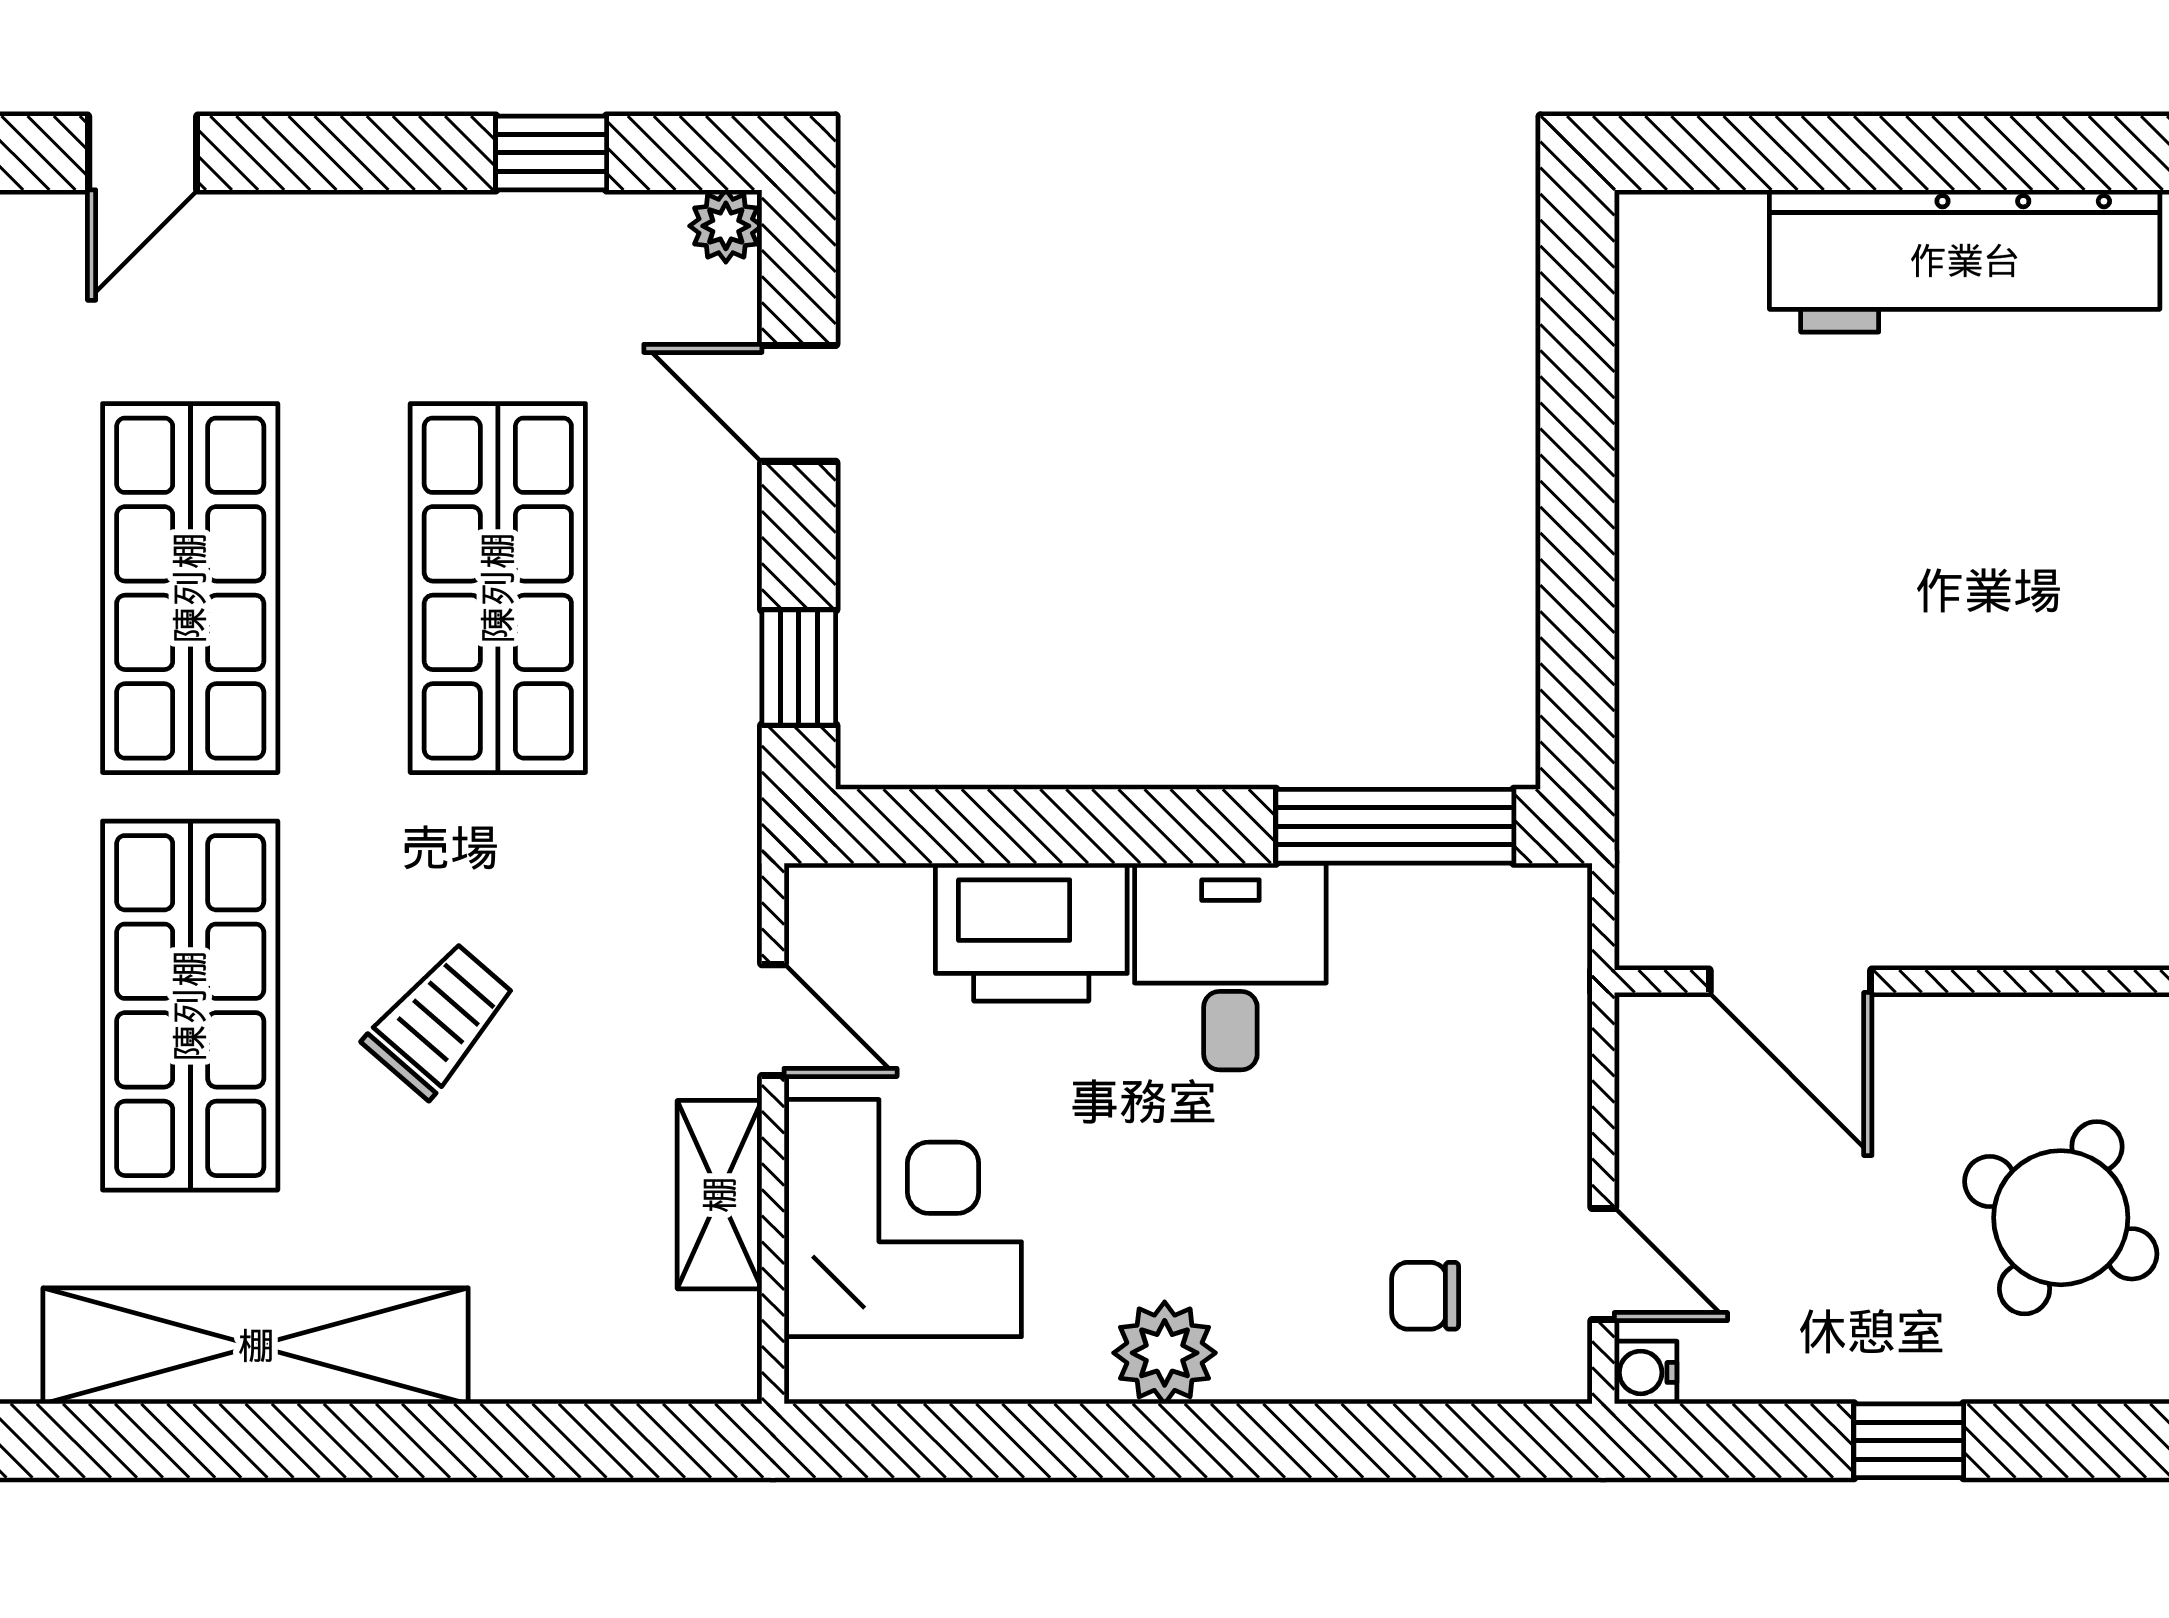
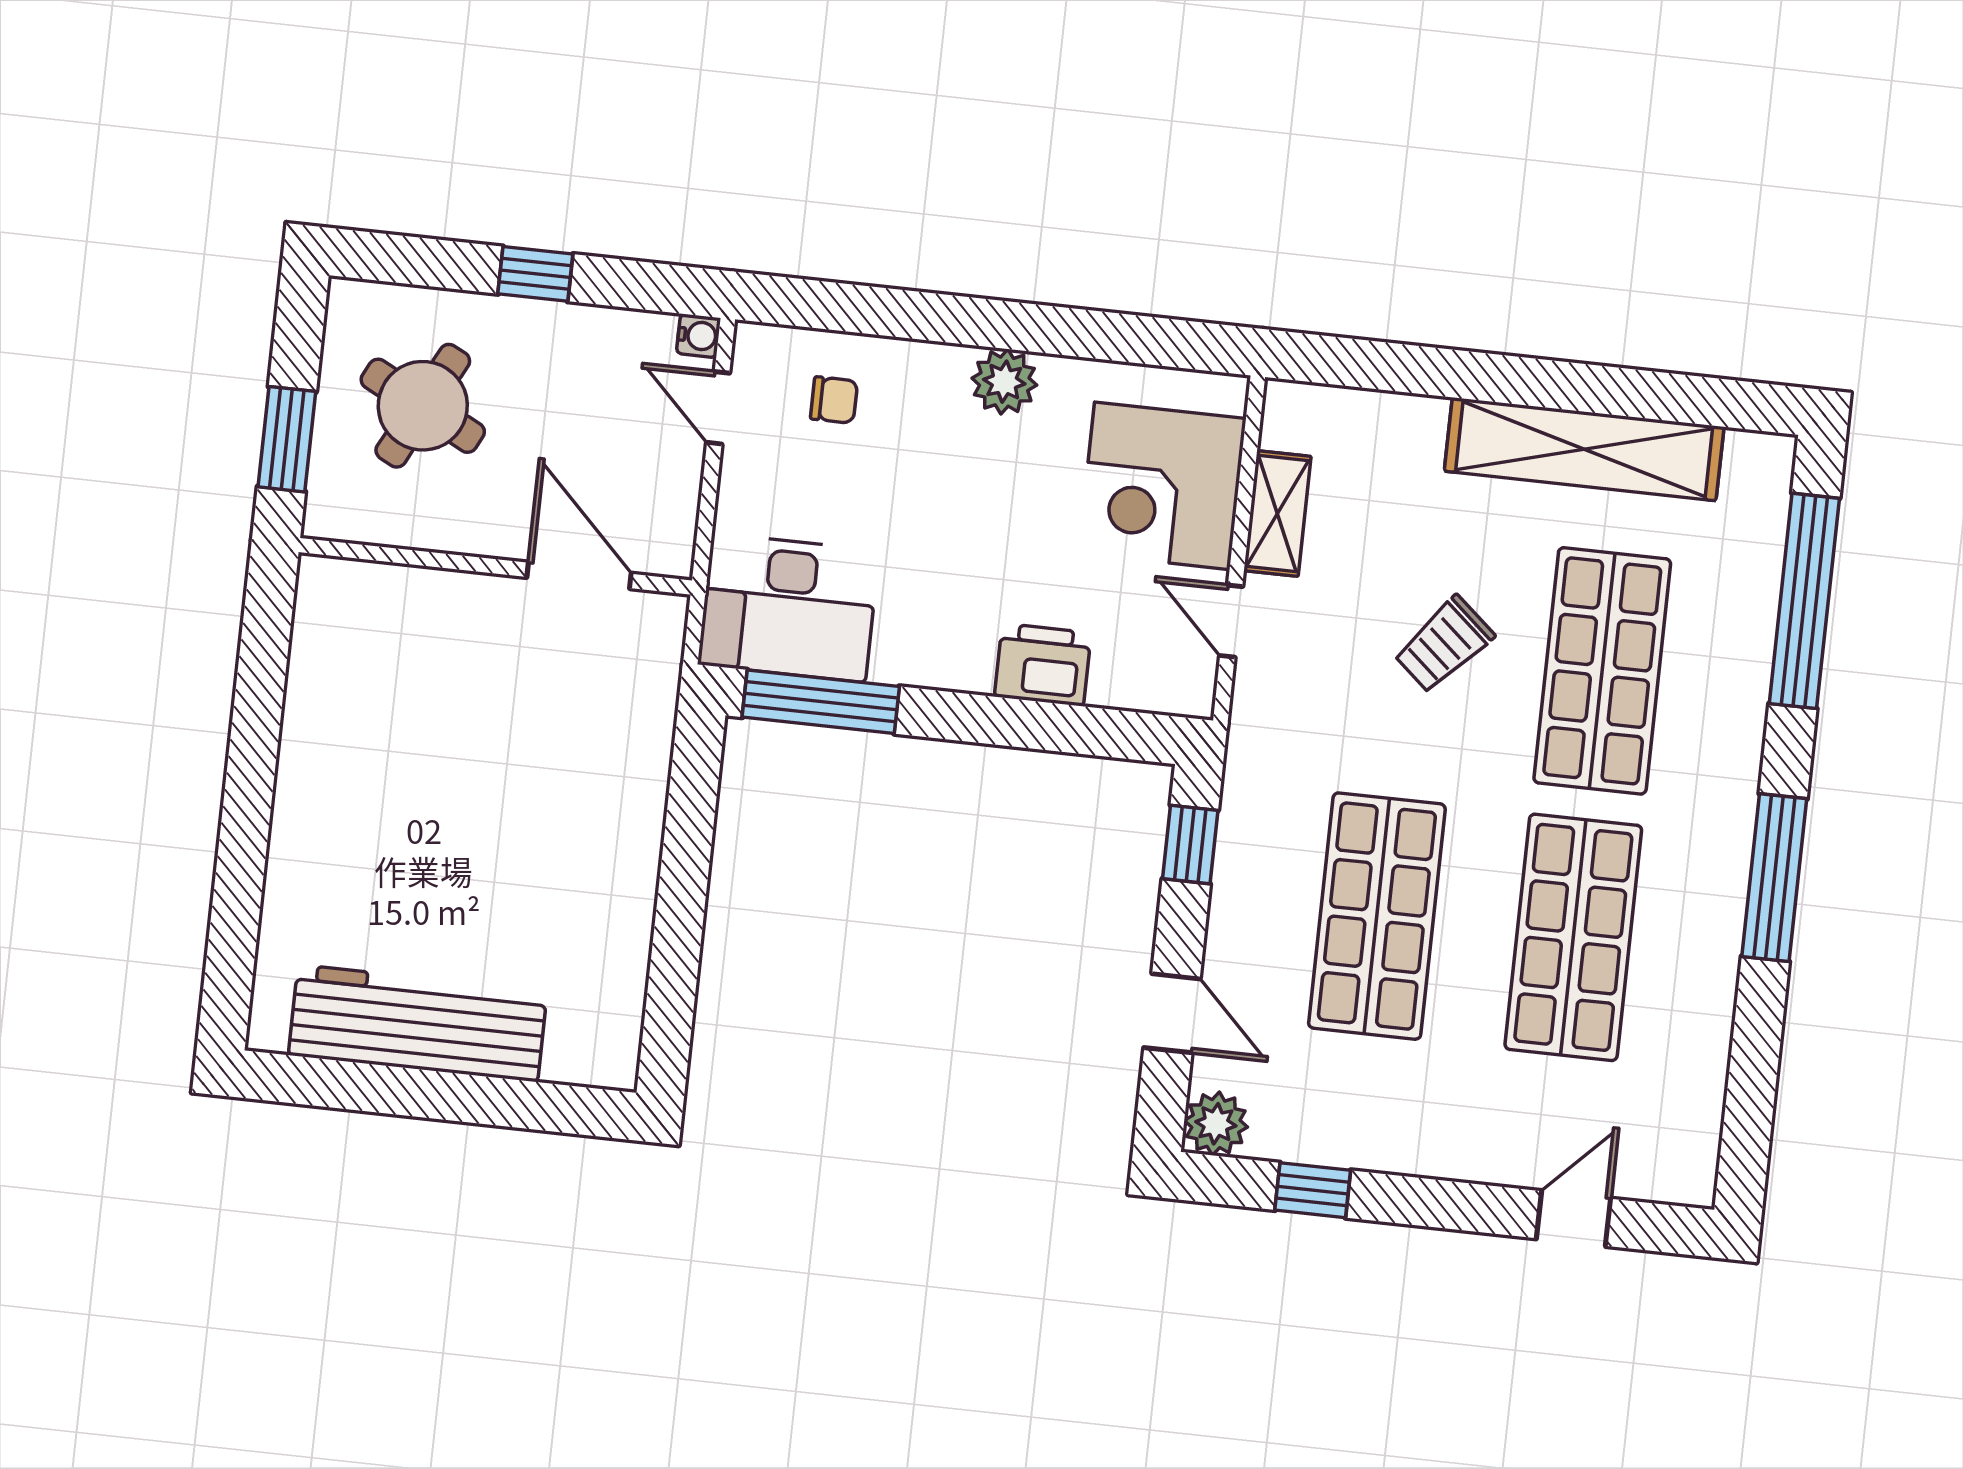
plant: (726, 226) -> (1216, 1124), width x1.38, depth x1.38
printer: (1031, 932) -> (1043, 665), width x0.73, depth x0.84
desk: (1230, 967) -> (789, 608), moved, width x1.37

